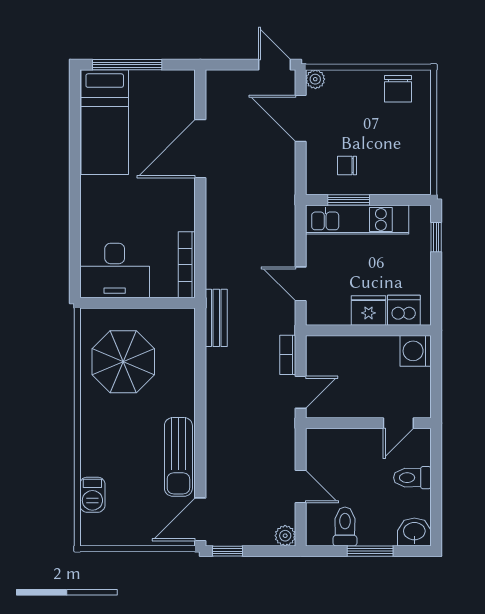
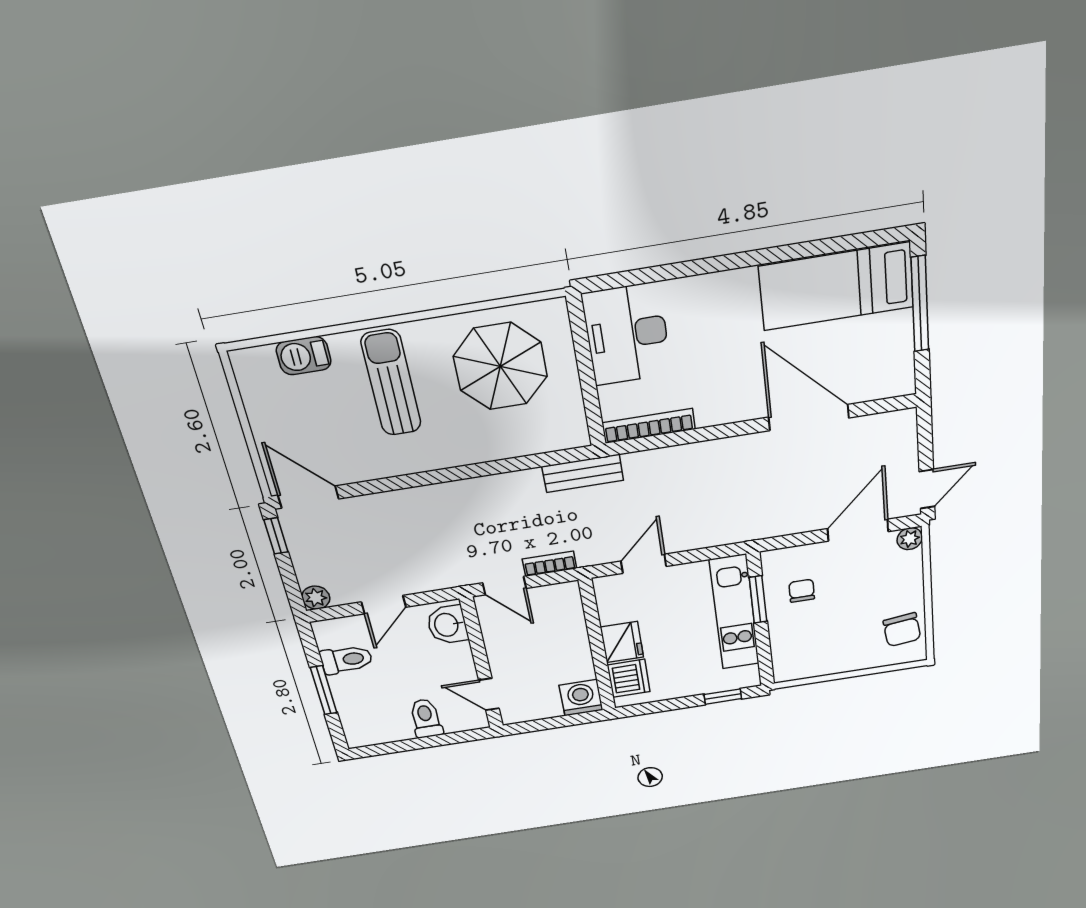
chair: (398, 89) -> (902, 630), turned -97
sun lounger: (178, 457) -> (391, 383), moved, turned 90
washbasin: (414, 532) -> (447, 625), moved, turned 180

